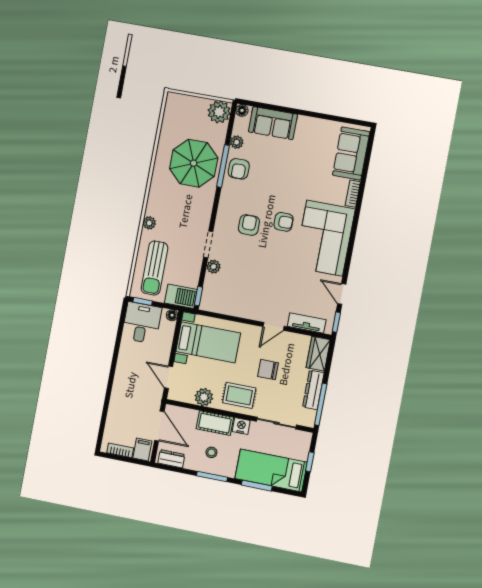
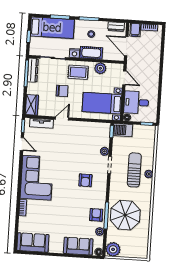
sofa: (351, 153) -> (33, 243), moved, turned -90
armchair: (284, 222) -> (64, 185), removed
sun lounger: (154, 268) -> (134, 170), moved
desk: (142, 323) -> (136, 102), moved, turned 90
dresser: (313, 390) -> (33, 70), moved

